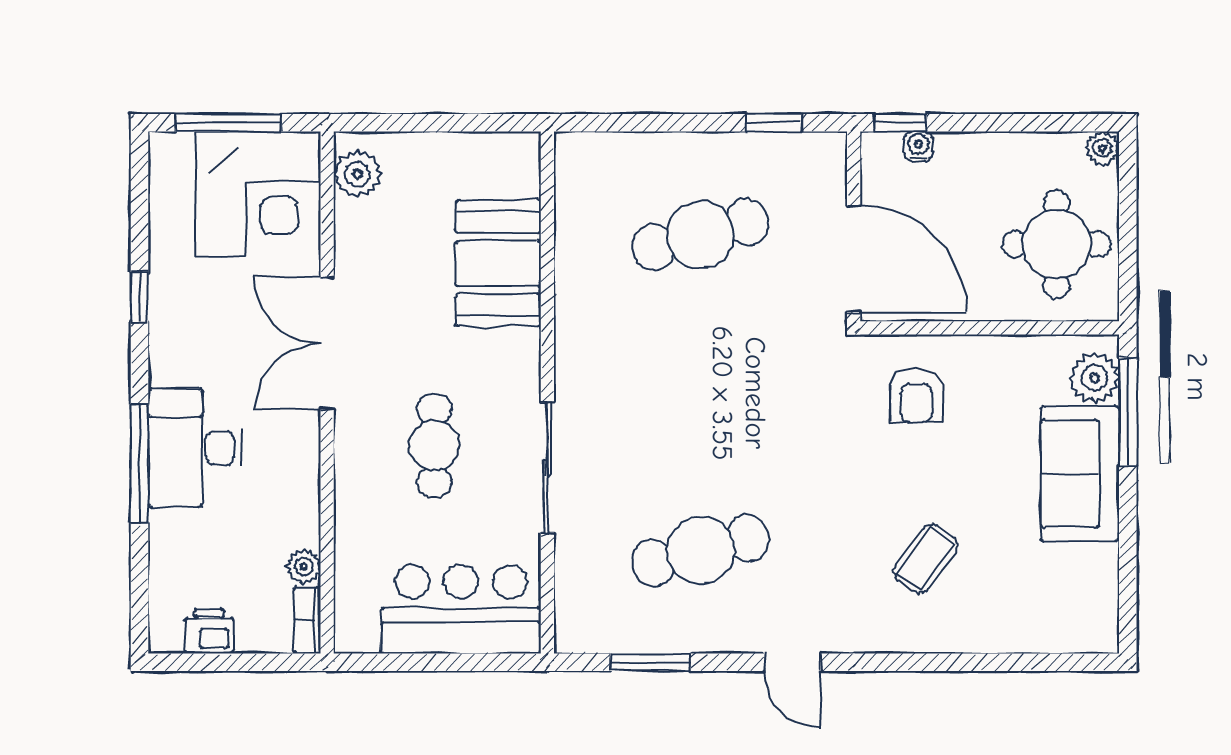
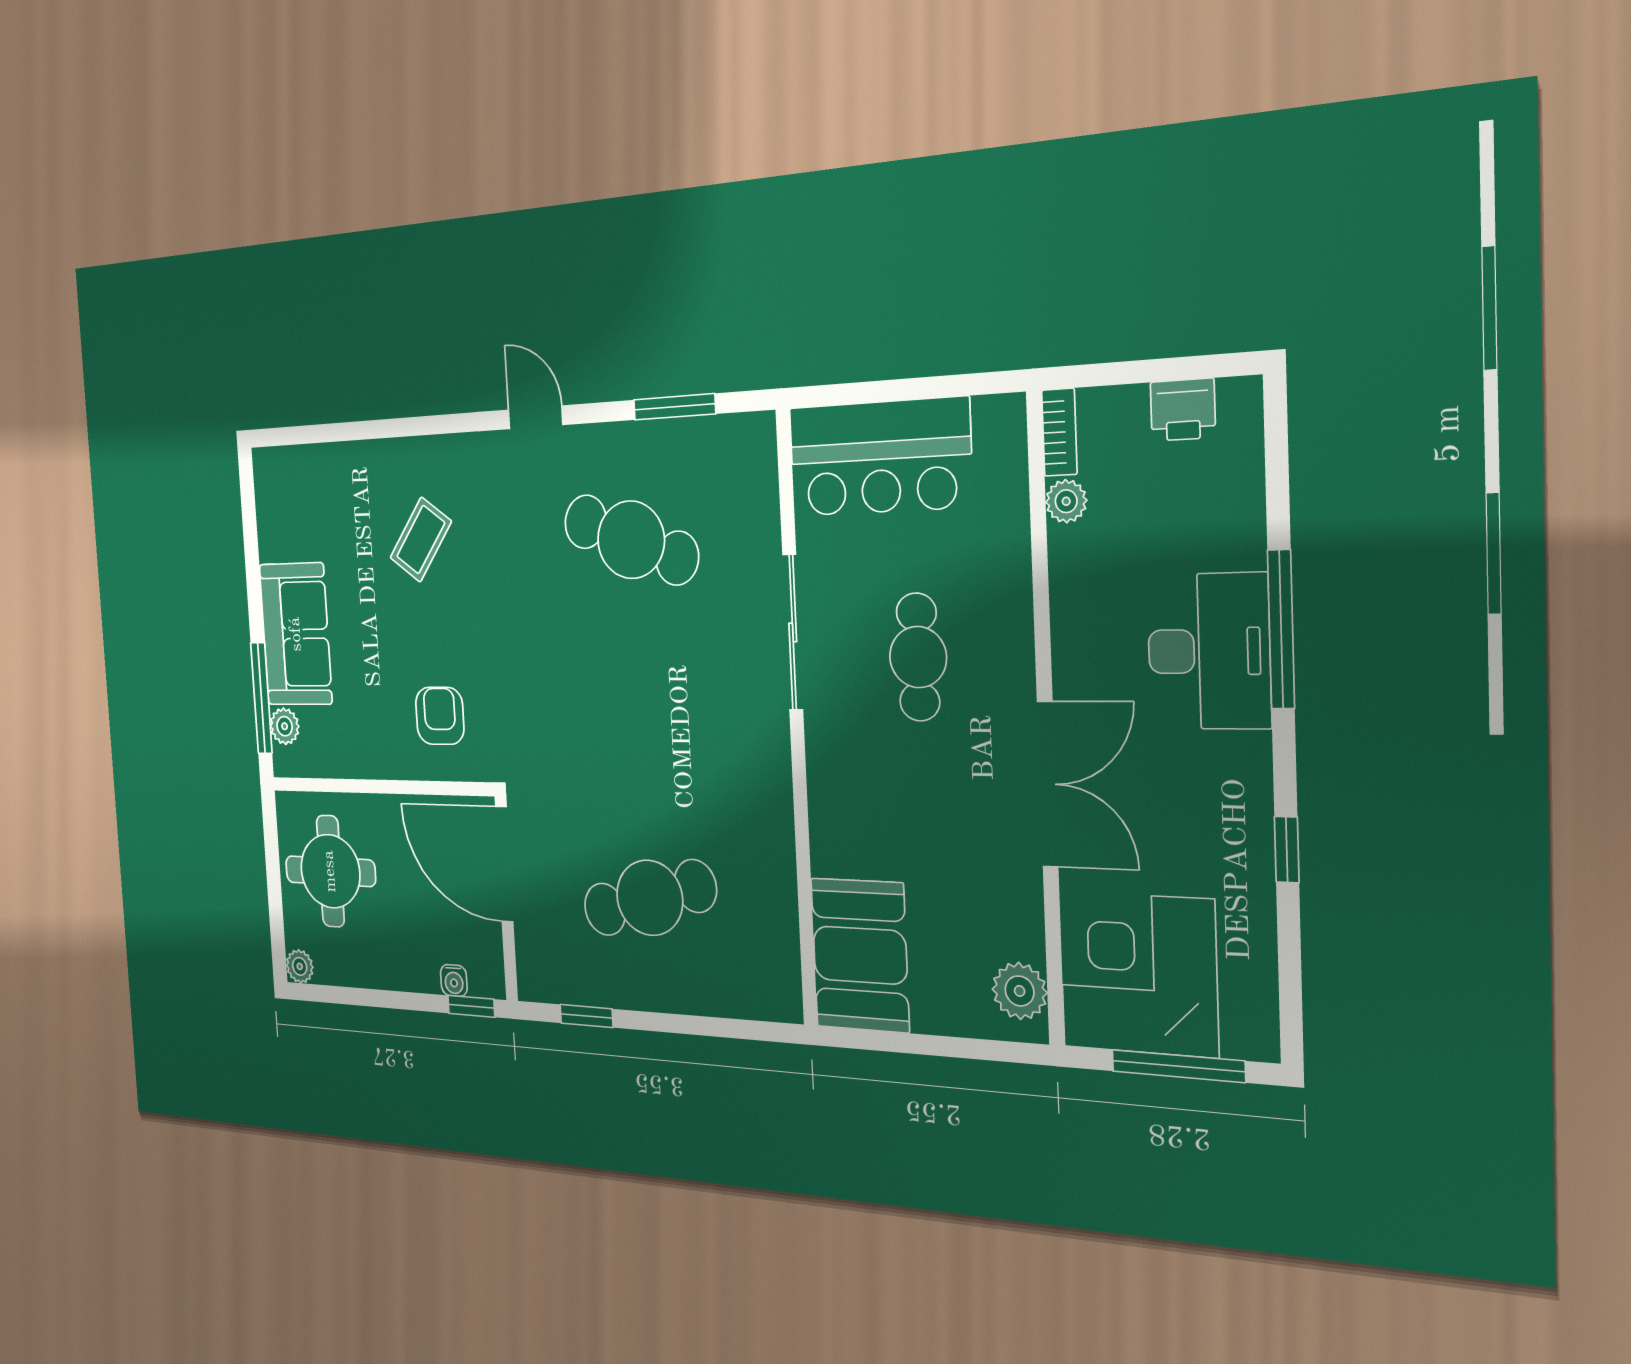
booth: (498, 263) -> (860, 955), moved
plant: (1094, 378) -> (285, 726), width x0.73, depth x0.73
cafe table: (700, 551) -> (631, 540), turned 36

